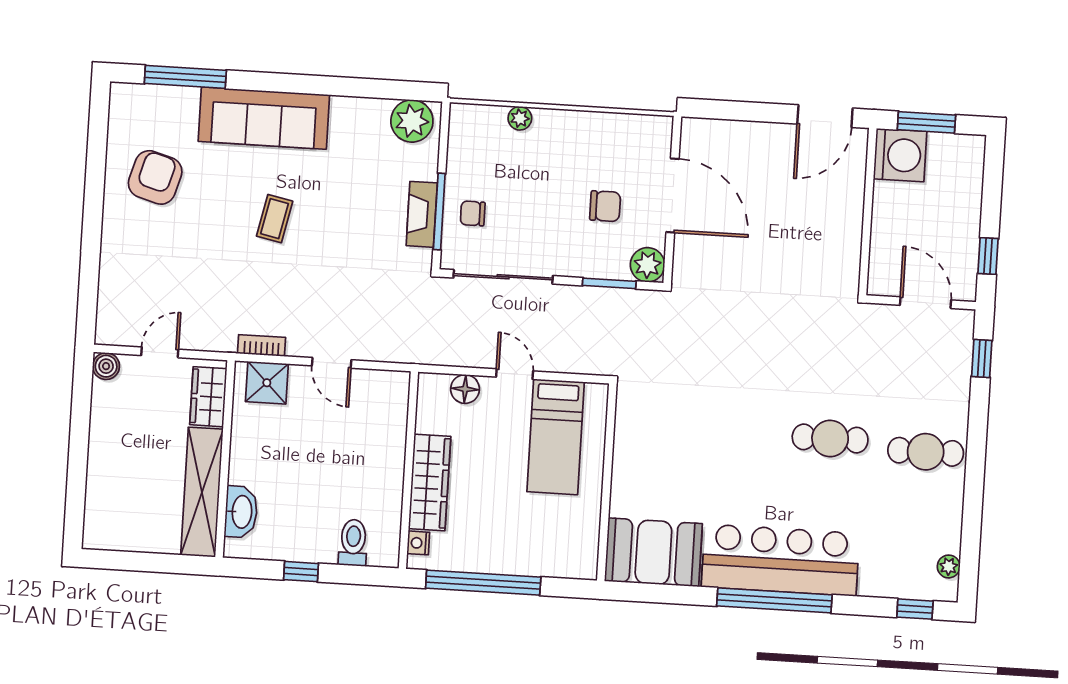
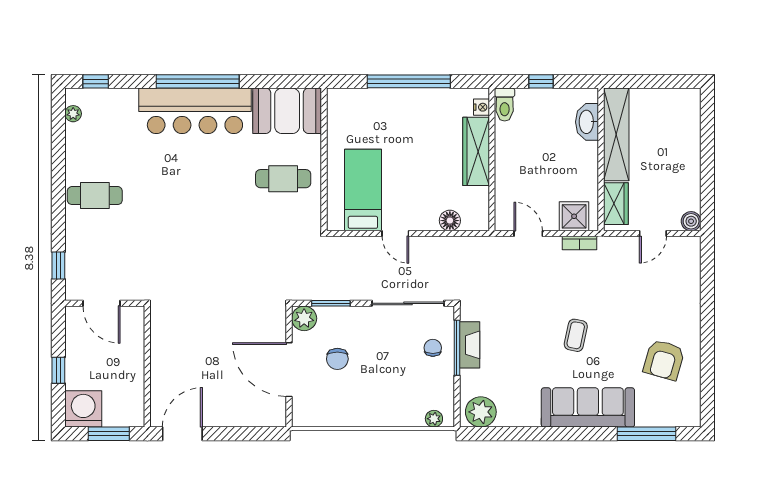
plant: (520, 118) -> (434, 419), moved
washing machine: (900, 155) -> (83, 409), moved, turned 90
chair: (605, 206) -> (337, 359), turned -90
chair: (473, 213) -> (433, 348), turned -90
window: (988, 256) -> (58, 370), moved
floor lamp: (465, 389) -> (450, 221), moved
cafe table: (830, 438) -> (283, 179), moved
wall: (408, 470) -> (492, 159), moved
wardrobe: (430, 482) -> (476, 151), moved
nightstand: (418, 543) -> (481, 107), moved

